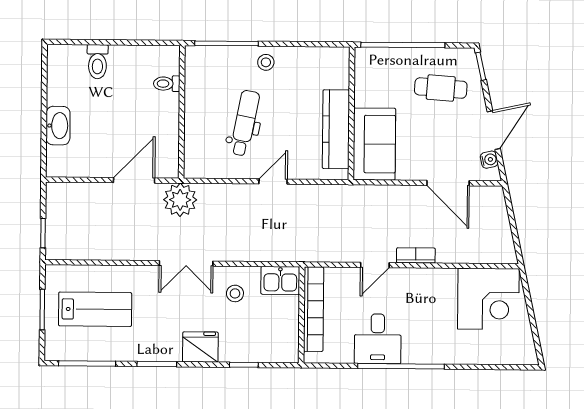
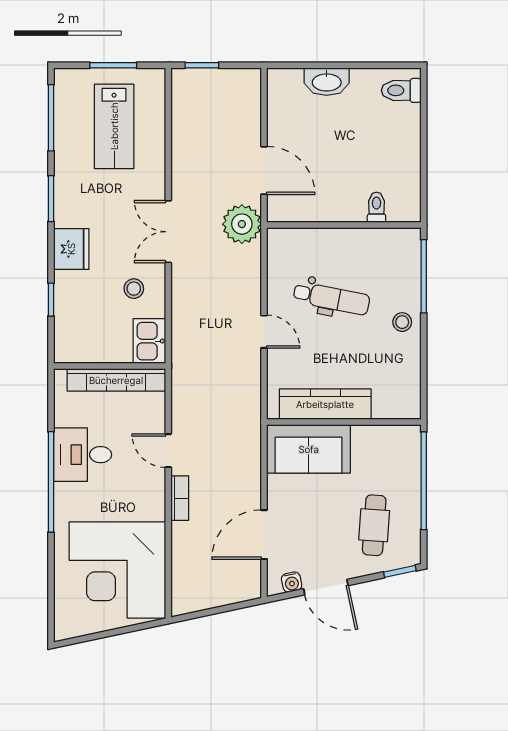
toilet: (98, 62) -> (401, 90), moved
corner desk: (488, 299) -> (117, 570), width x1.36, depth x1.36

